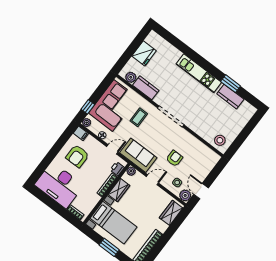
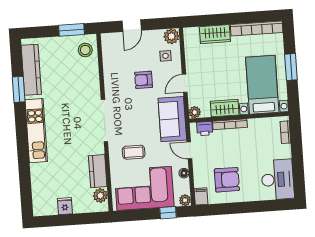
fridge: (144, 53) -> (65, 206), width x0.53, depth x0.75
kitchen counter: (230, 97) -> (31, 70), width x1.50
window: (238, 143) -> (72, 30), added
door: (152, 180) -> (185, 83), hinge flipped
desk: (59, 185) -> (278, 180), width x0.73, depth x0.77
door: (201, 191) -> (132, 26), moved
wardrobe: (171, 213) -> (215, 34), moved

